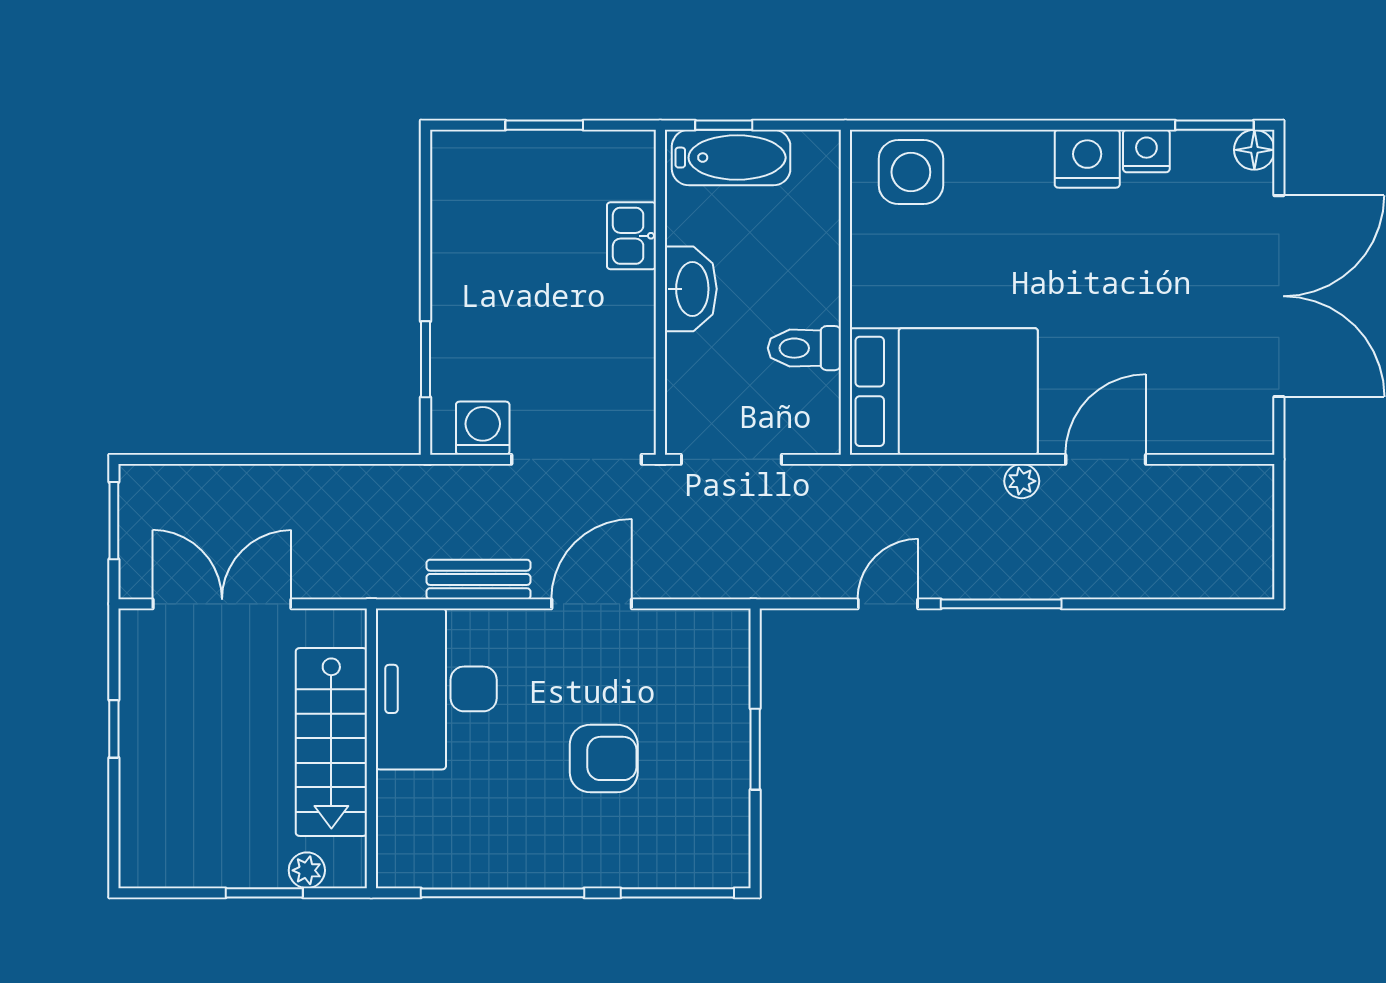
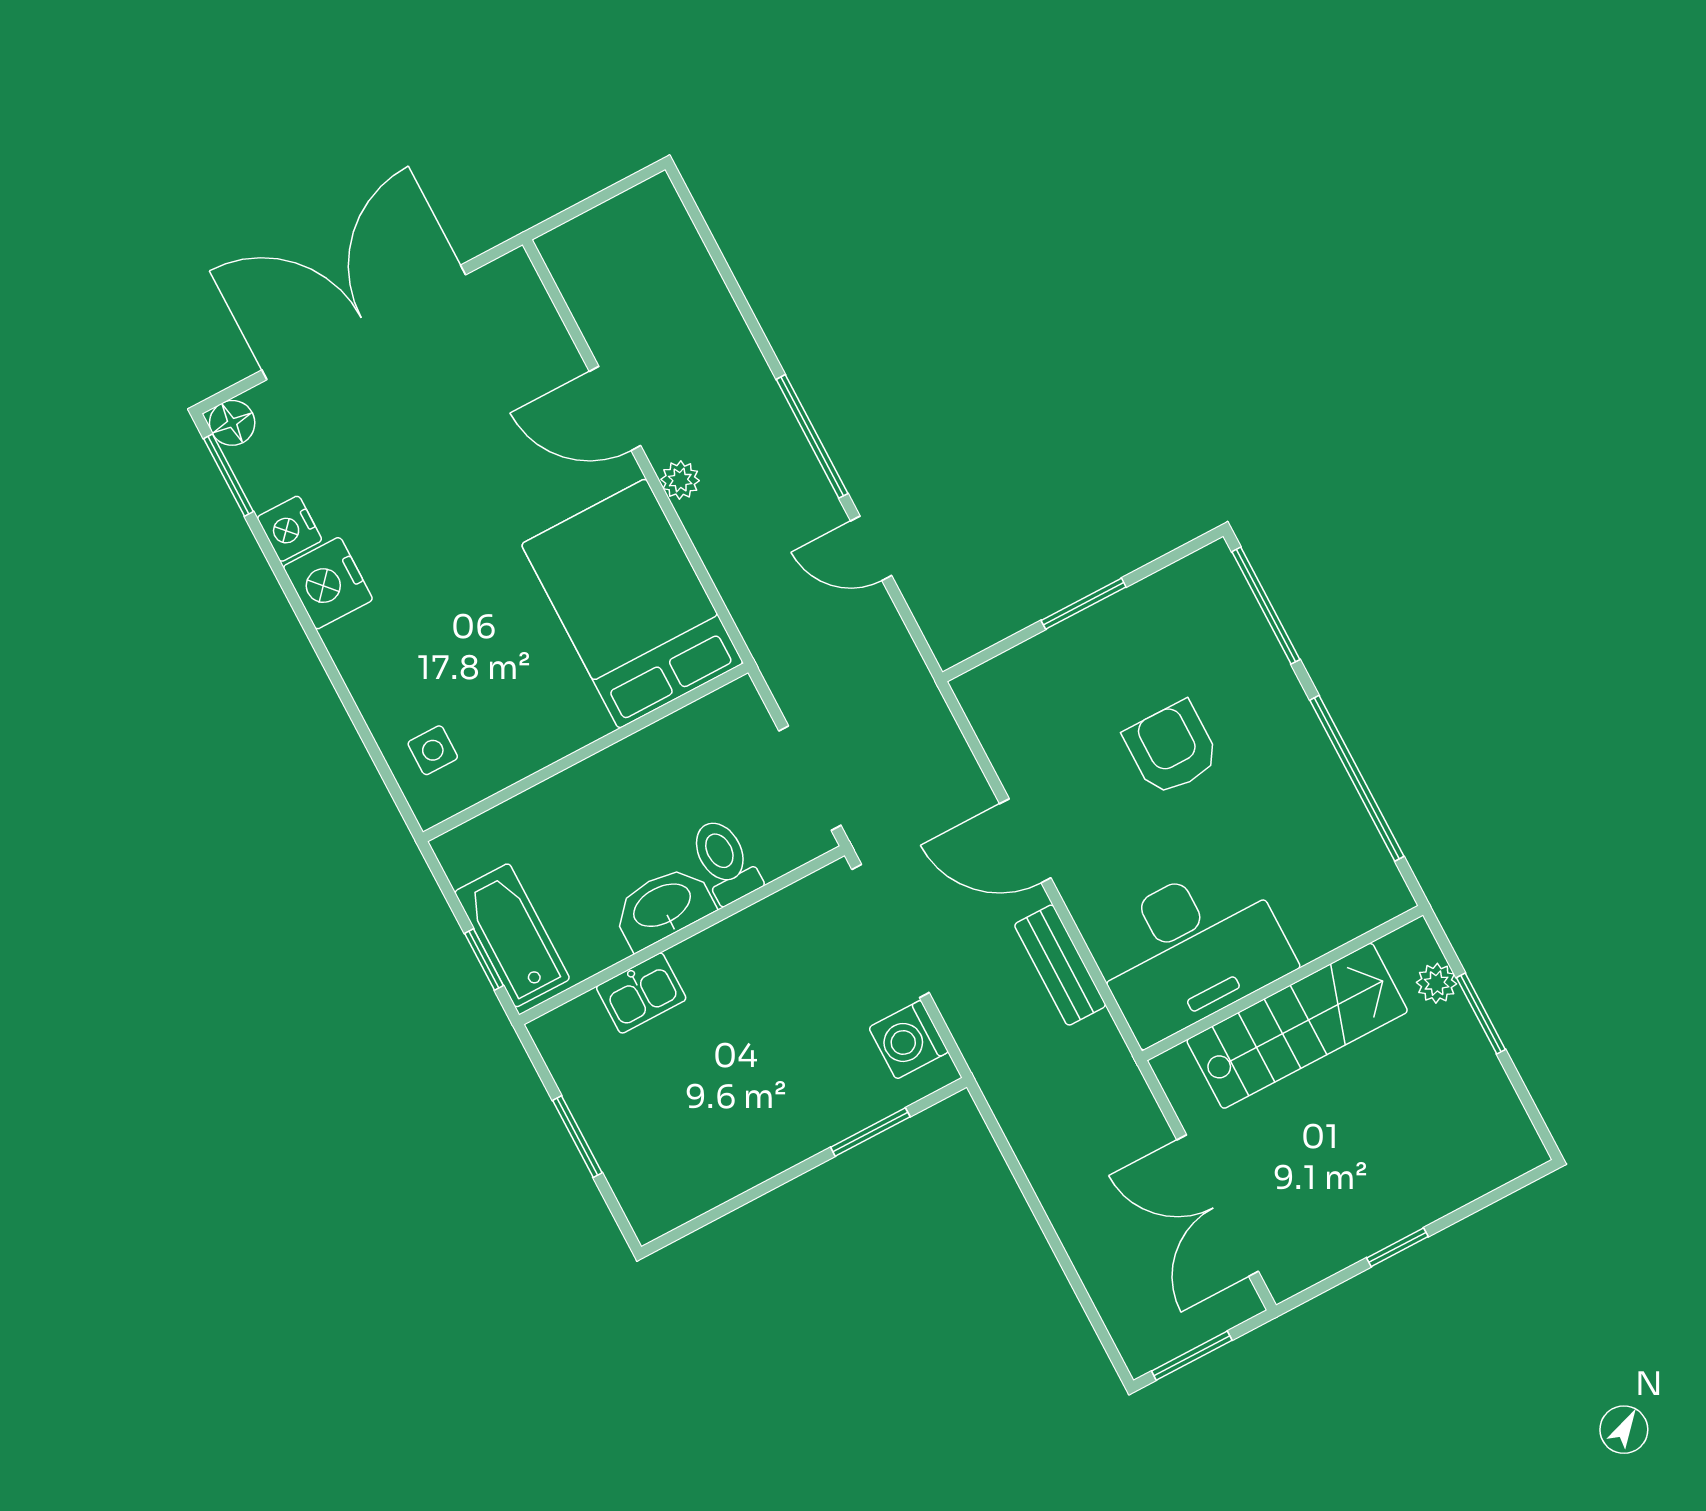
side table: (911, 172) -> (433, 750), width x0.54, depth x0.54
toilet: (804, 348) -> (725, 861), moved, turned 180

